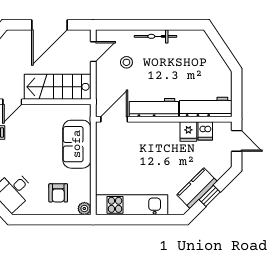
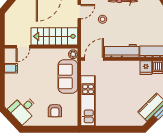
kitchen unit: (132, 205) -> (88, 101), moved, turned 90
plant: (84, 209) -> (73, 54), moved

